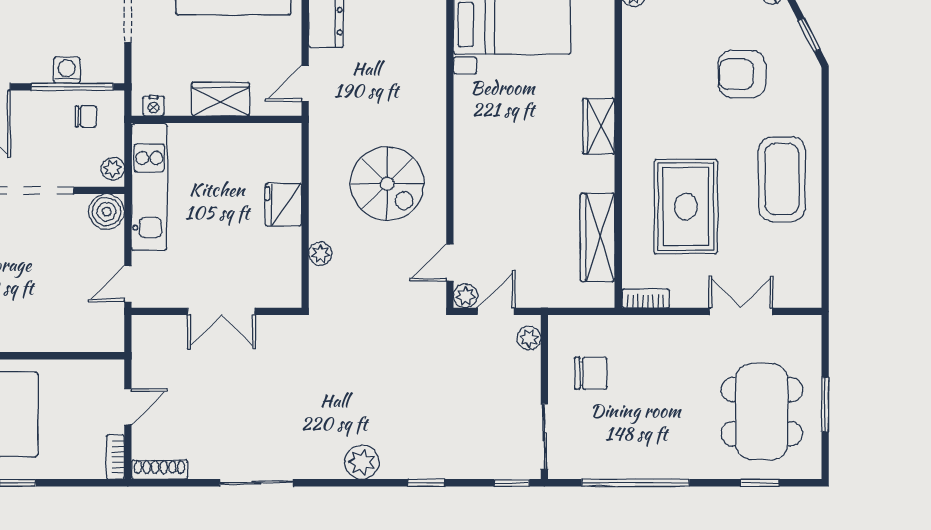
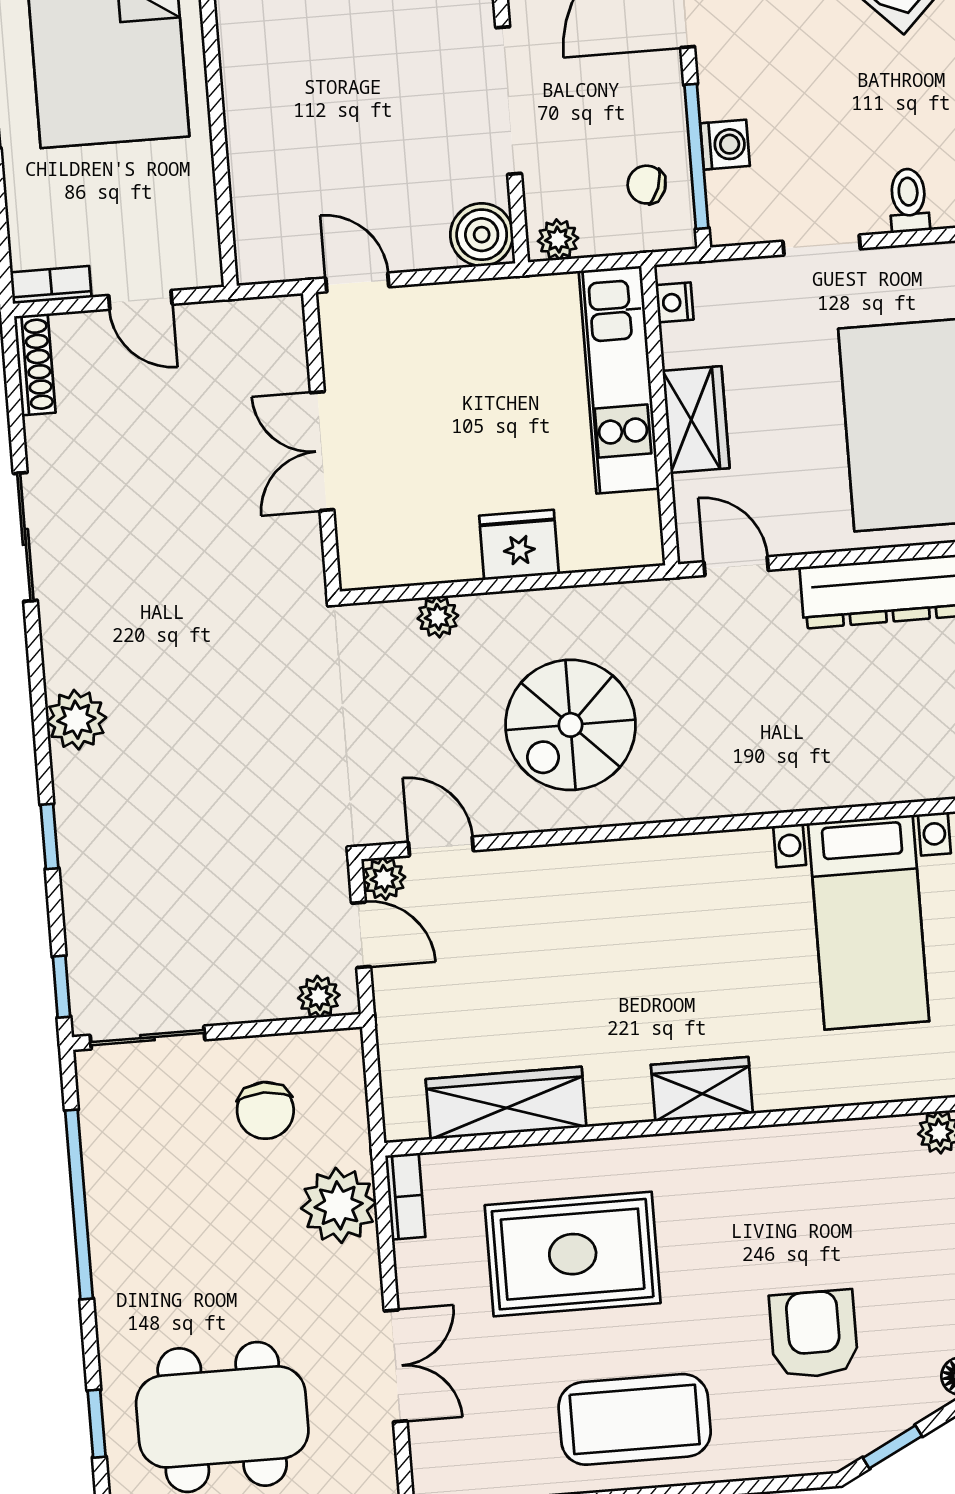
chair: (86, 116) -> (647, 185), turned 110
kitchen unit: (149, 187) -> (619, 380), moved, turned 90
plant: (648, 336) -> (339, 1205), added

